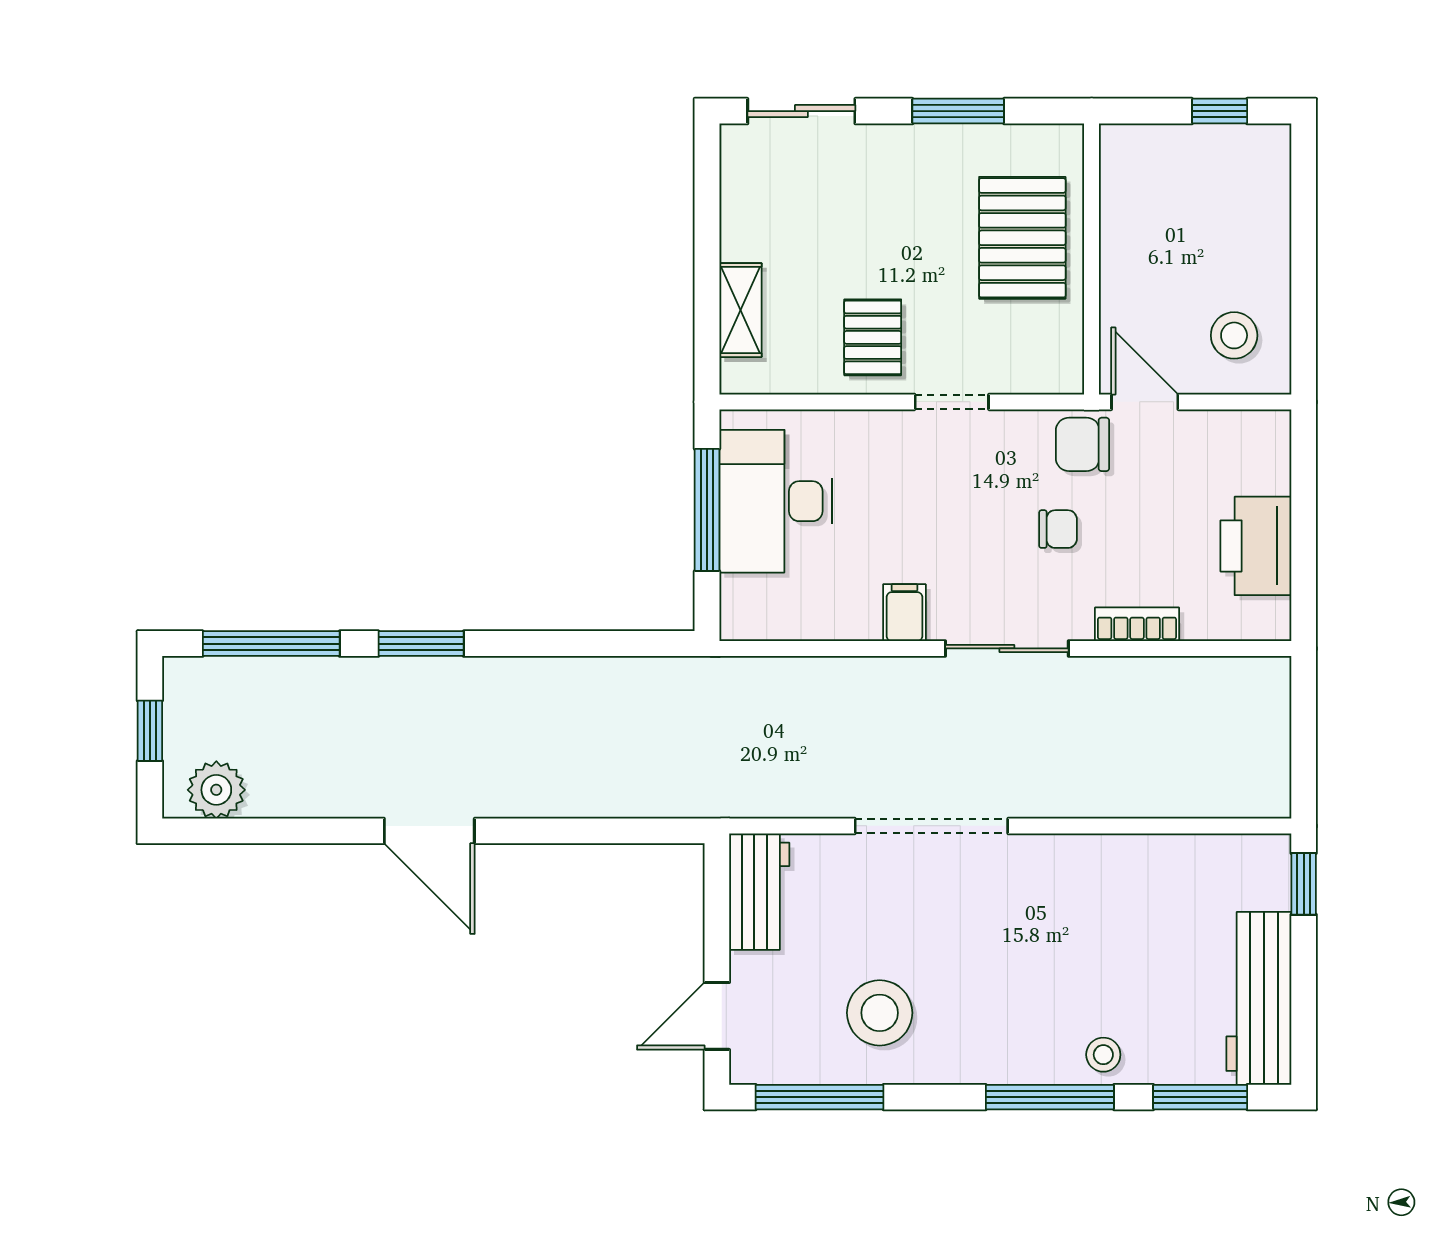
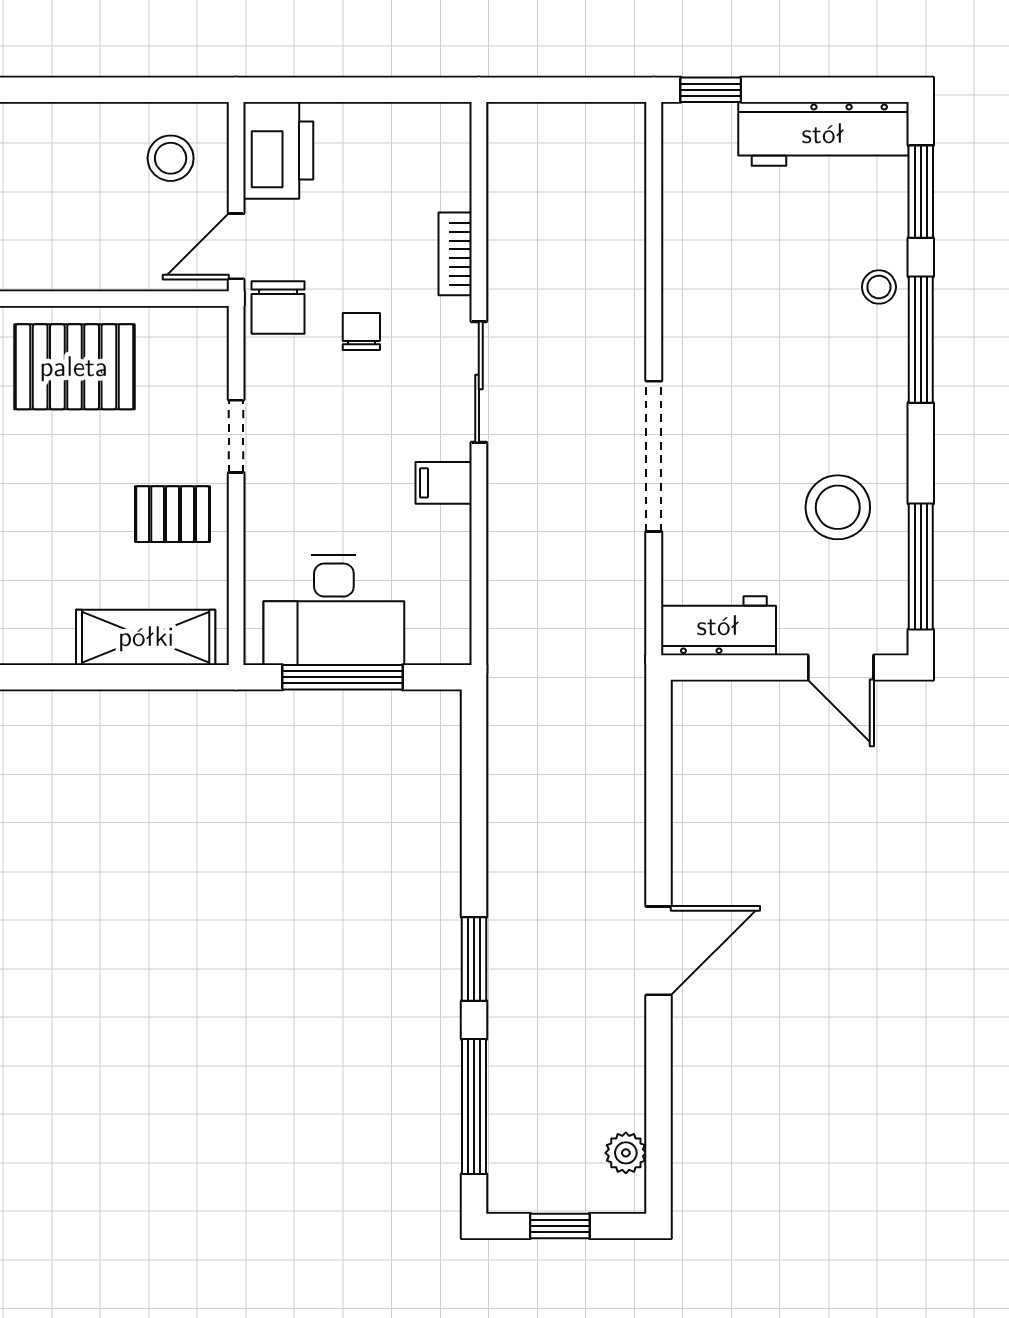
shelving: (740, 310) -> (146, 637), width x1.50, depth x1.33
printer: (1256, 546) -> (278, 150), moved, turned -90
plant: (216, 790) -> (626, 1153), width x0.73, depth x0.73

